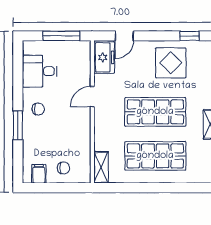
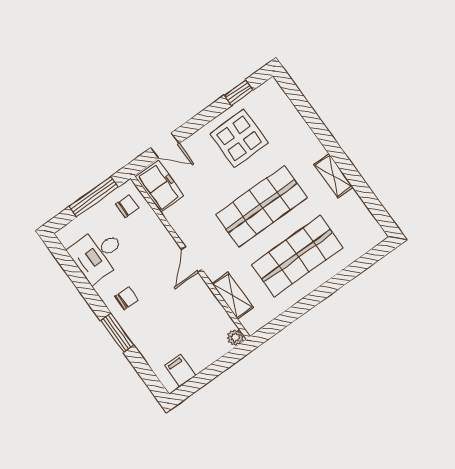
door: (124, 36) -> (165, 146), hinge flipped
door: (92, 97) -> (192, 259), moved
shelving: (101, 167) -> (233, 295), moved
chair: (63, 168) -> (127, 206), moved
plant: (85, 177) -> (235, 337), added

